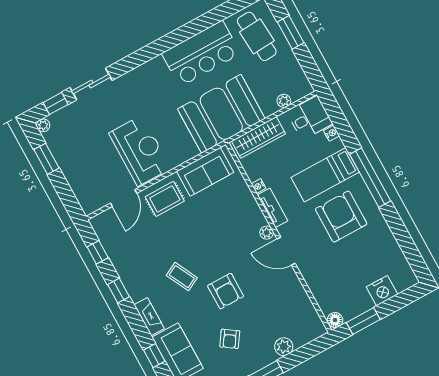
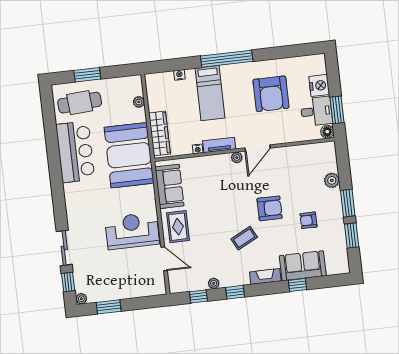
desk: (310, 118) -> (316, 111), moved, turned 90
armchair: (341, 217) -> (271, 94), moved, turned -90
plant: (119, 263) -> (214, 283), added
armchair: (230, 339) -> (309, 220), turned 146

